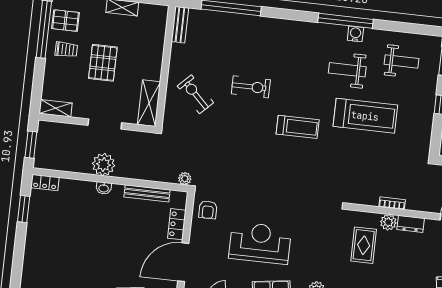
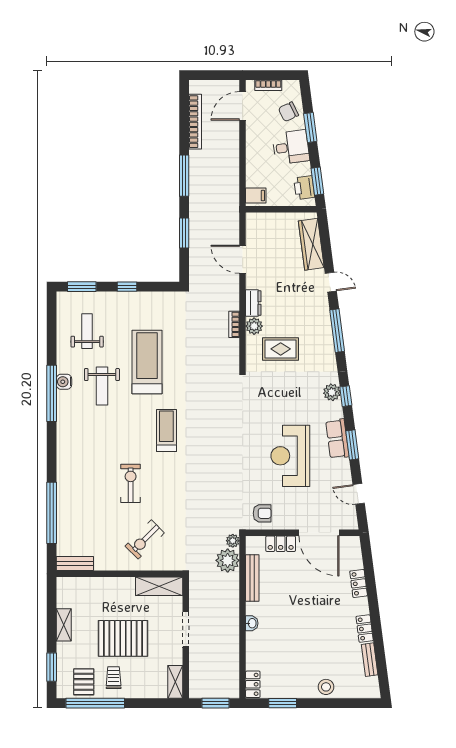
pallet: (103, 63) -> (123, 638), width x1.37, depth x1.41
plant: (103, 164) -> (228, 560), moved
stool: (35, 252) -> (326, 687), added

